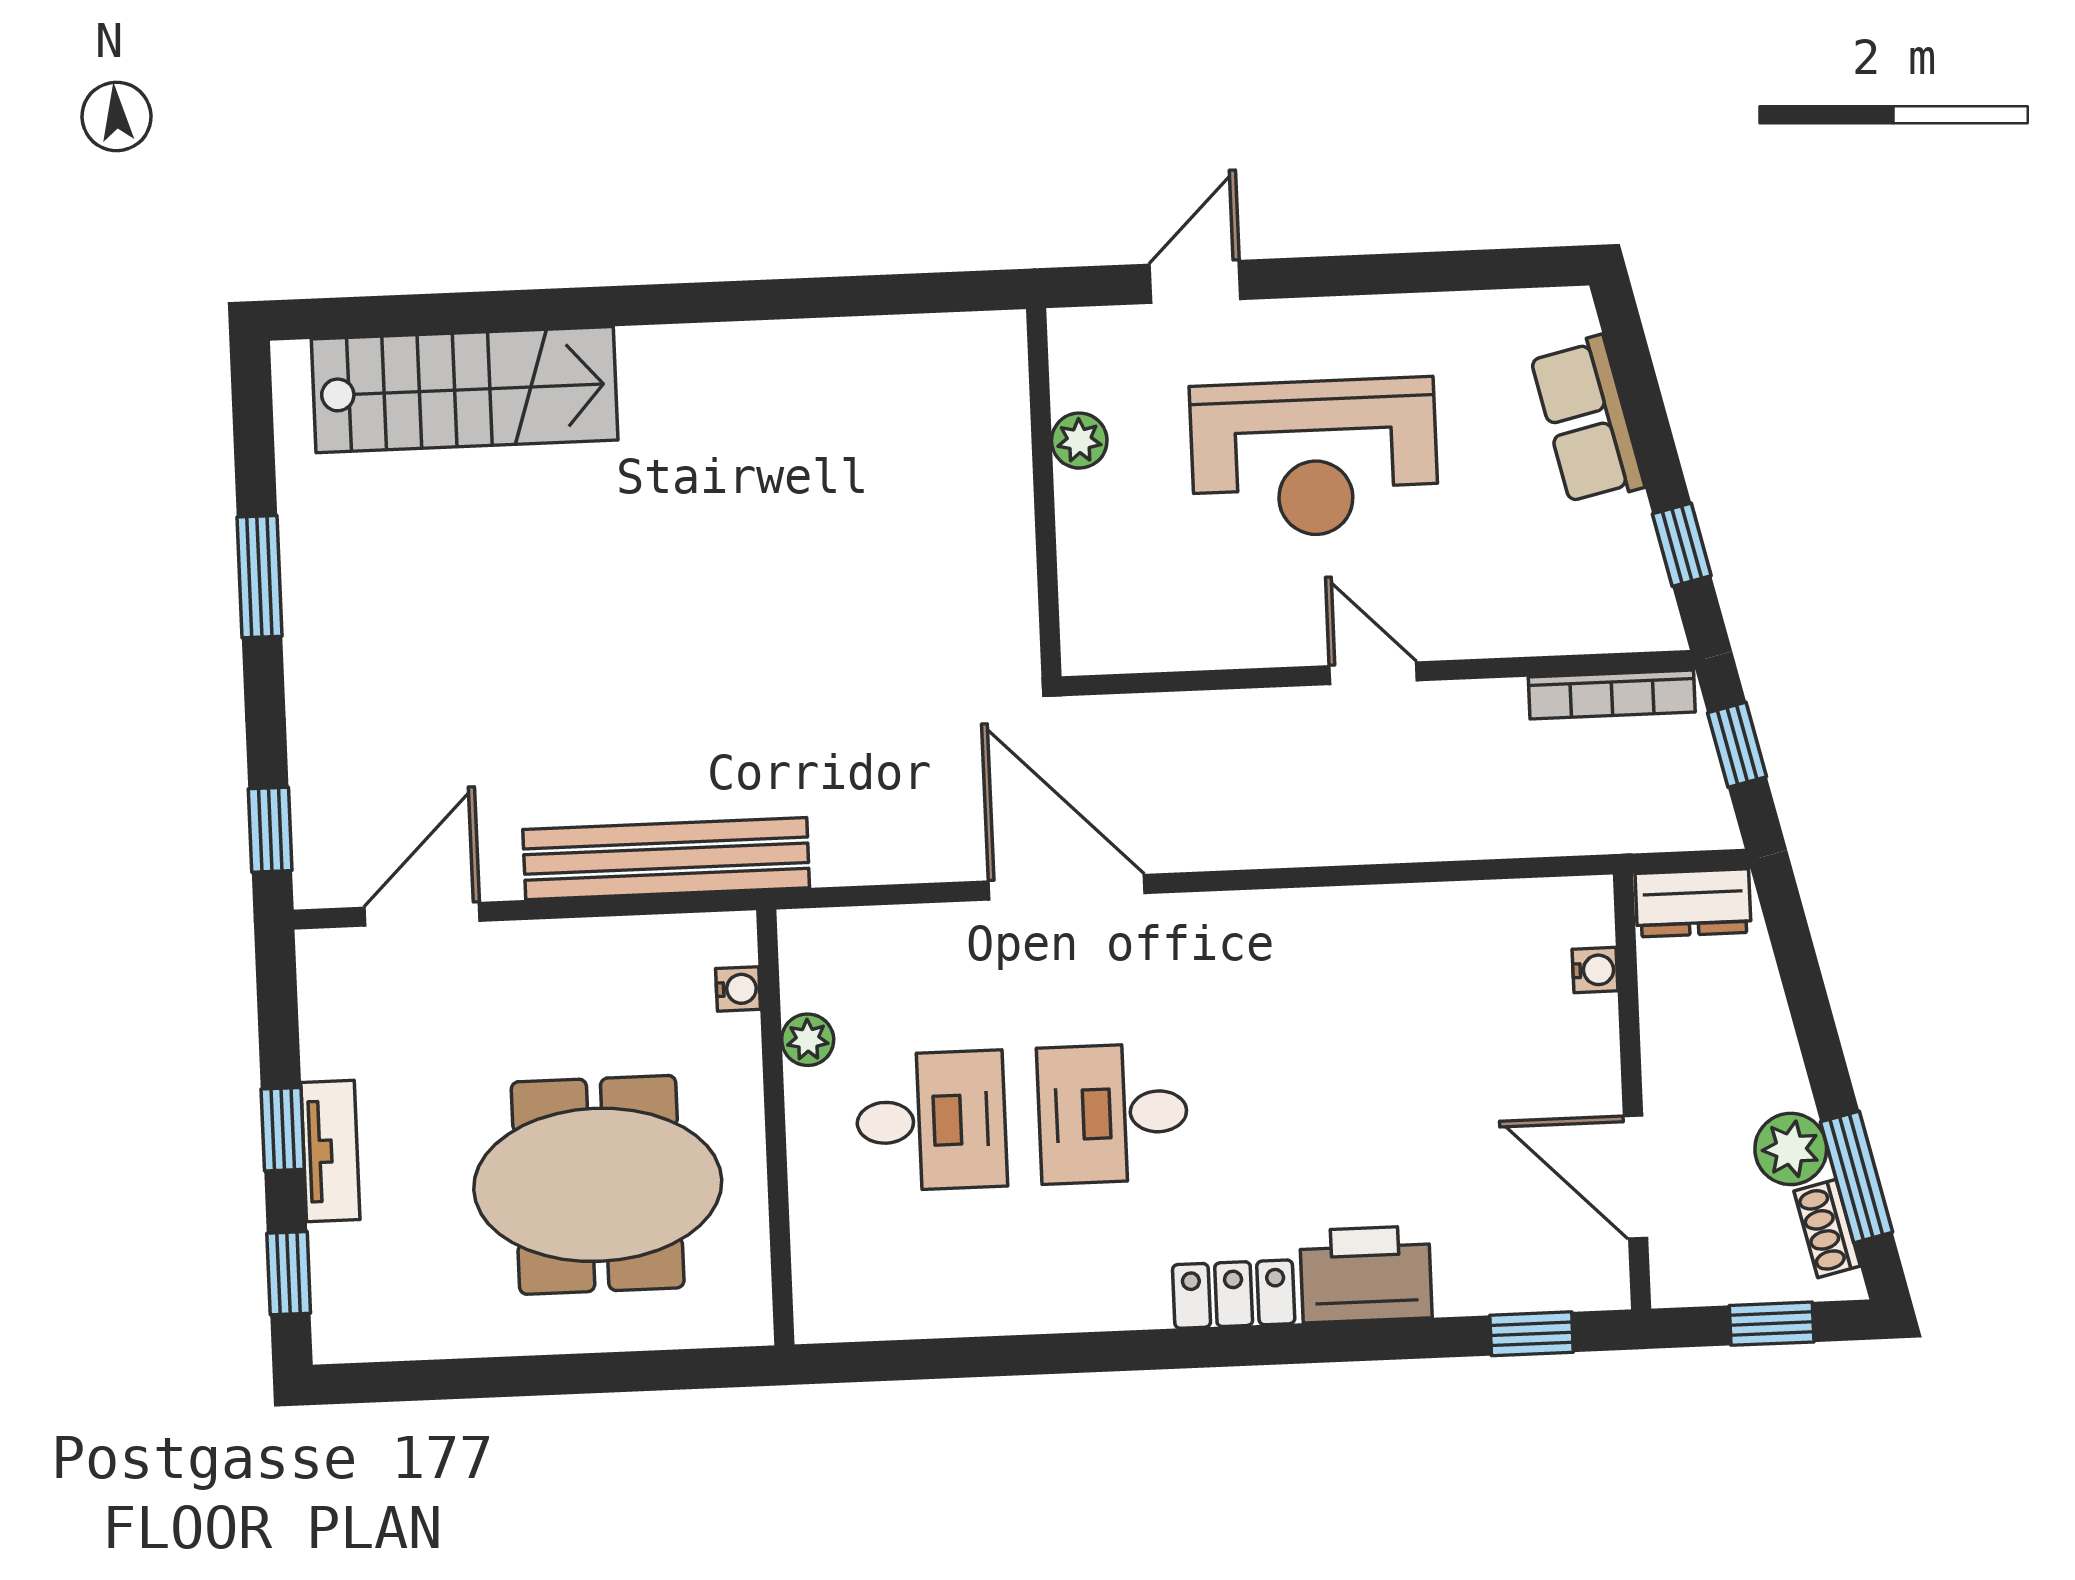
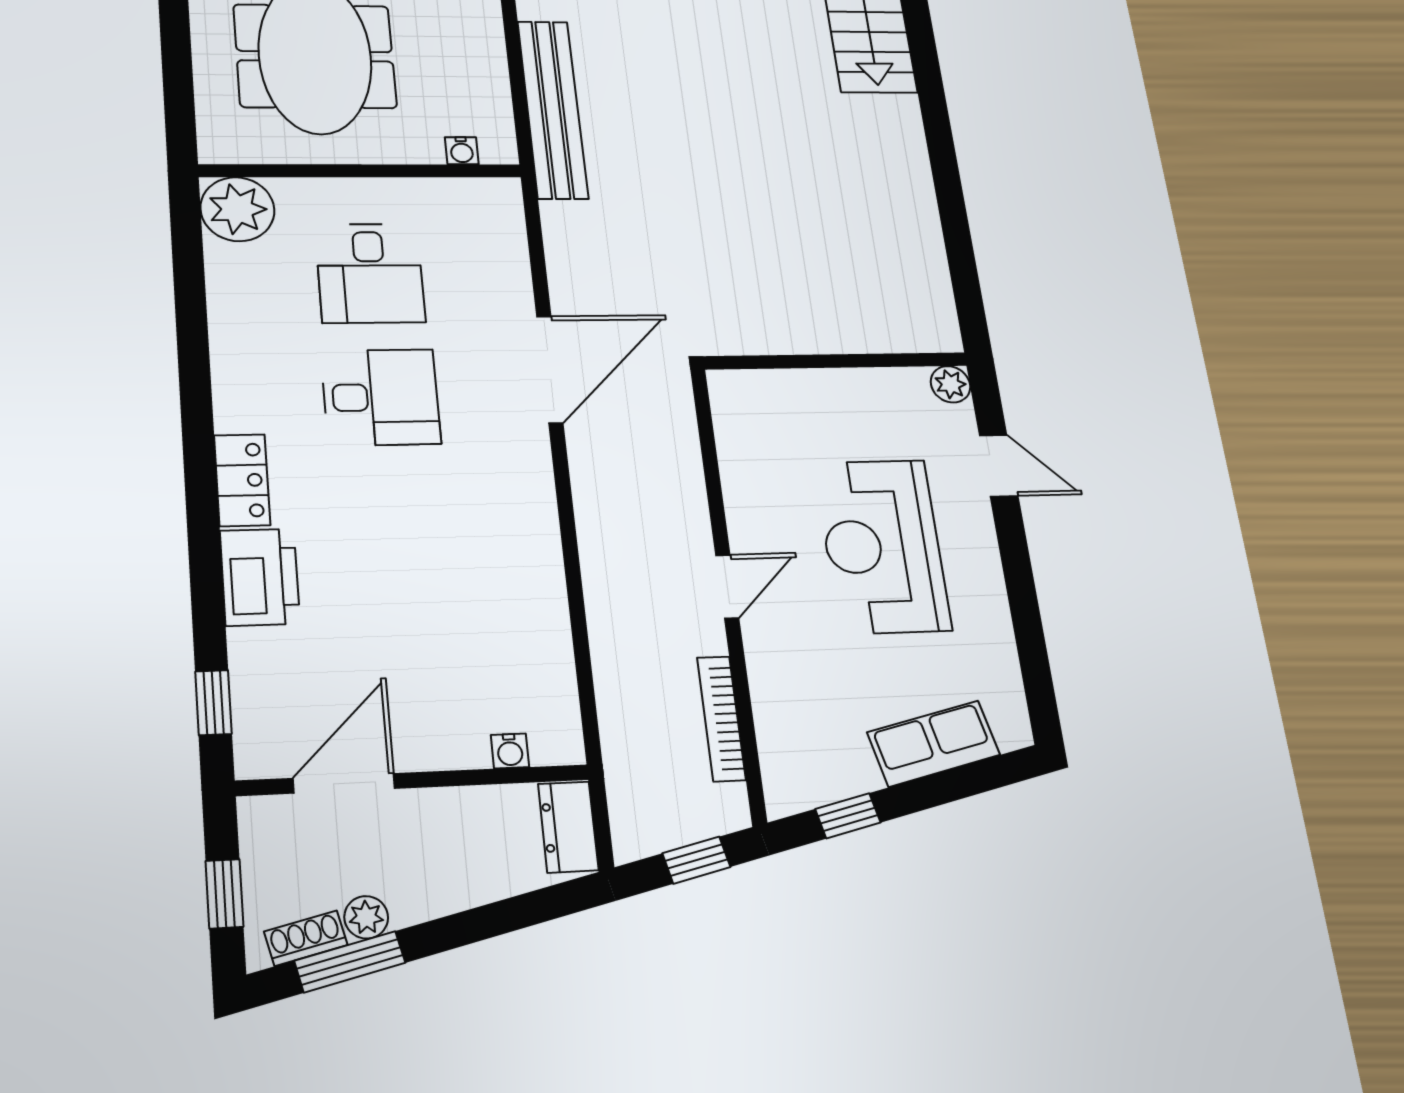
plant: (1079, 441) -> (951, 384), moved
bookcase: (1612, 694) -> (721, 719), moved
plant: (808, 1040) -> (237, 209), moved, width x1.87, depth x1.87
desk: (1113, 1113) -> (381, 397), turned 90
plant: (1791, 1149) -> (366, 917), width x0.73, depth x0.73

